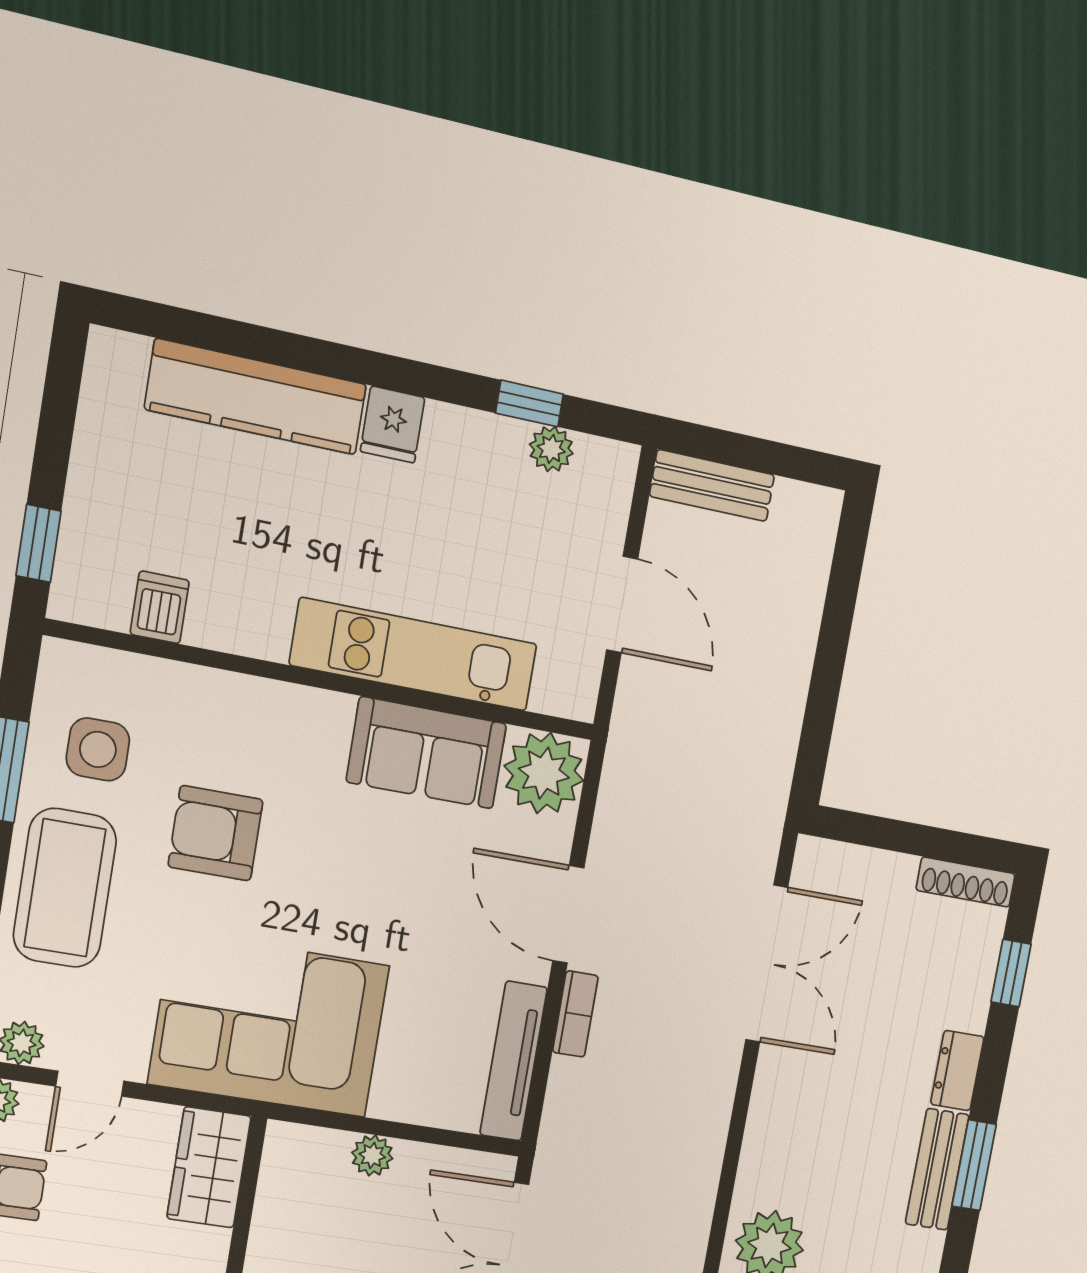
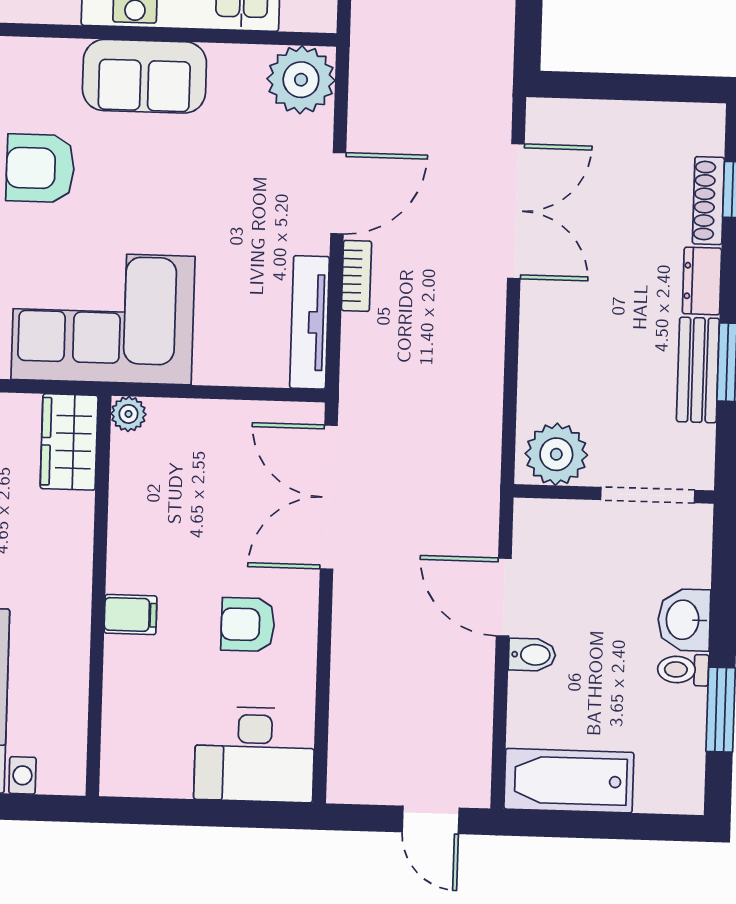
sofa: (427, 753) -> (144, 76), moved
shoe rack: (966, 882) -> (708, 201), moved, turned 90
door: (568, 914) -> (338, 193), swing flipped
plant: (372, 1155) -> (128, 414), moved

